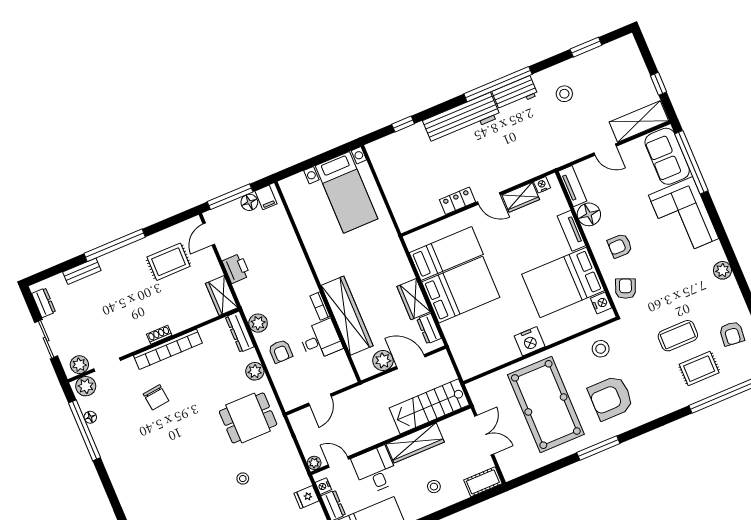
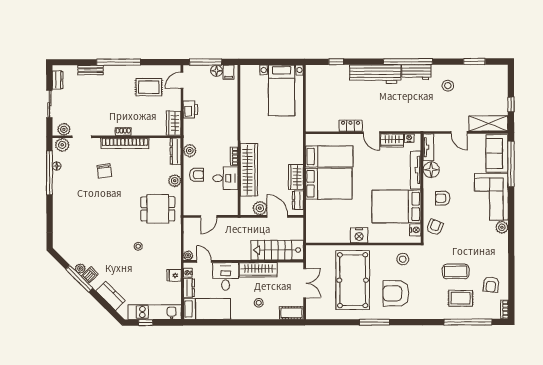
tv unit: (571, 231) -> (416, 170), width x1.41
plant: (722, 270) -> (502, 227), moved
armchair: (280, 351) -> (197, 175), turned -90

